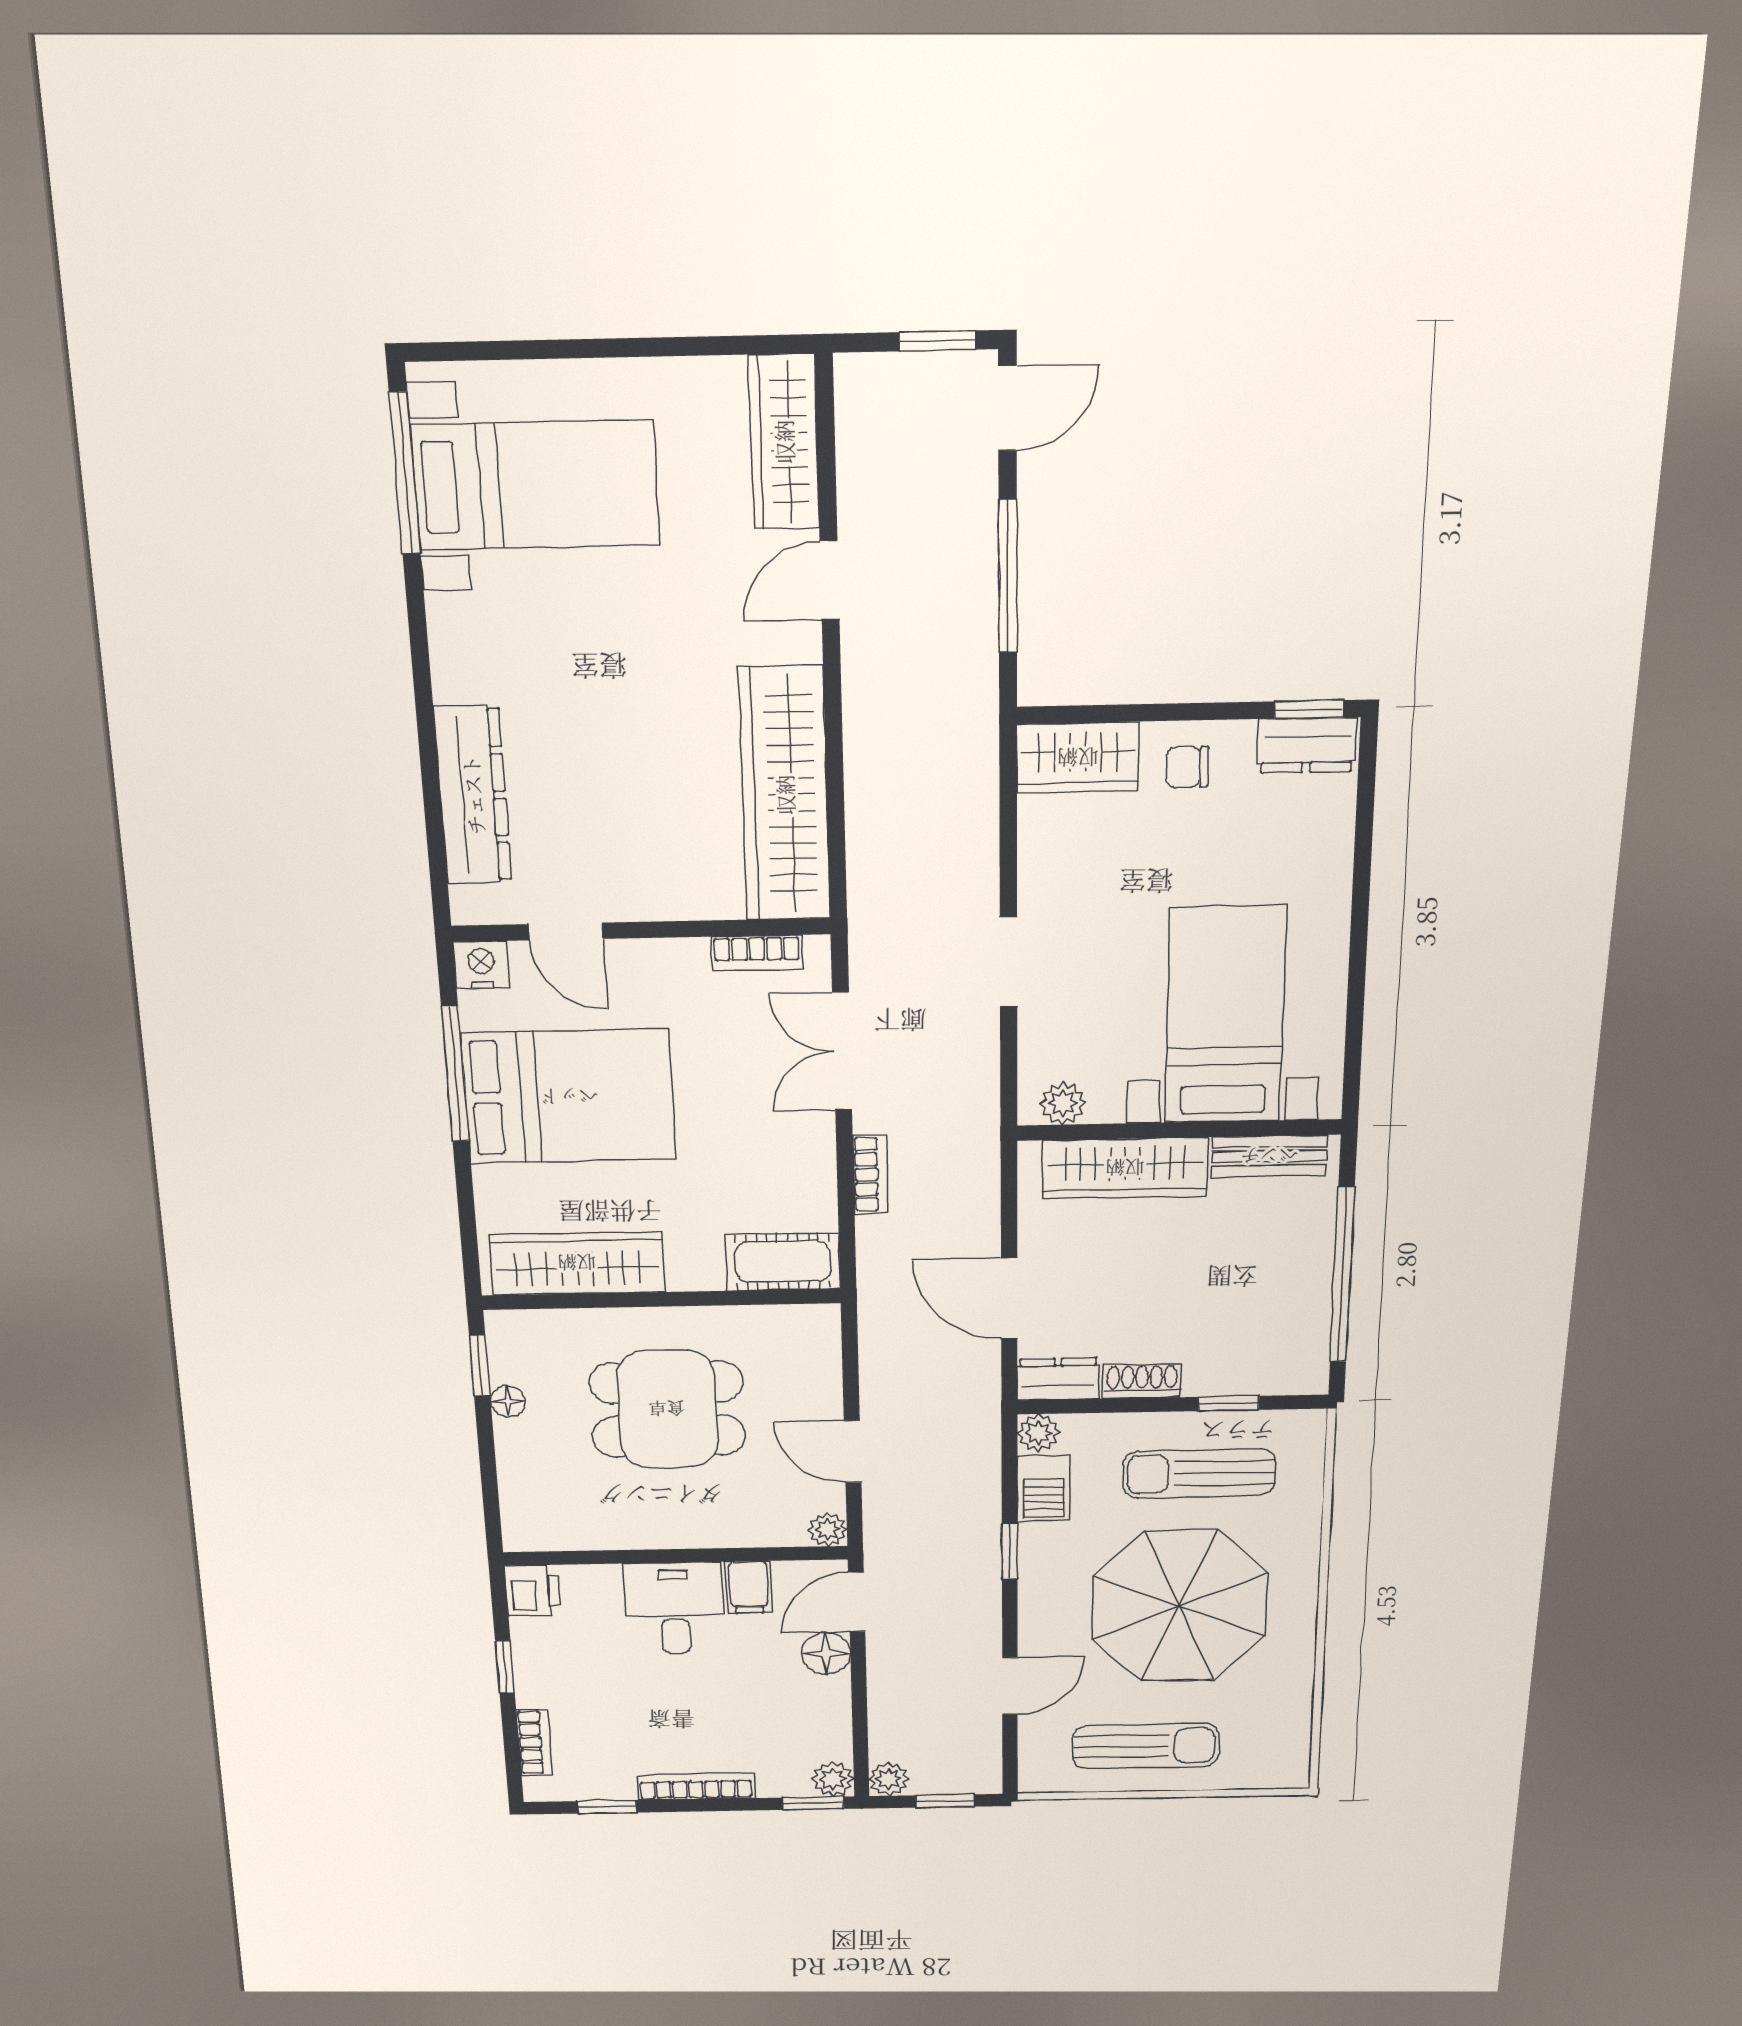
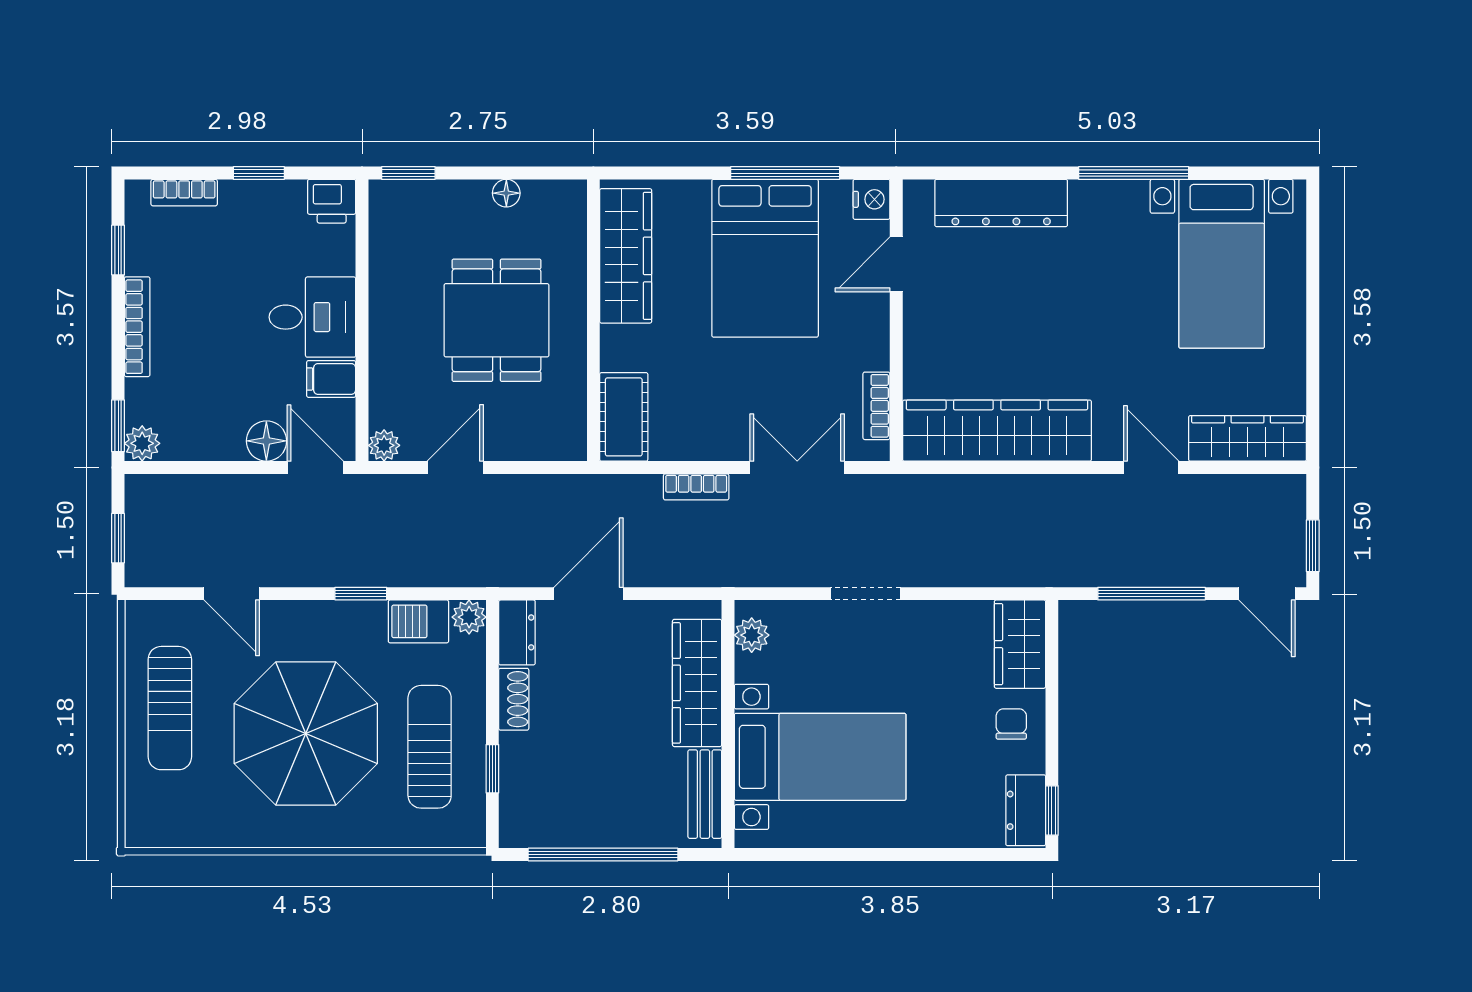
window: (405, 473) -> (1134, 173), moved
window: (480, 1366) -> (408, 173), moved
plant: (889, 1779) -> (141, 491), removed

